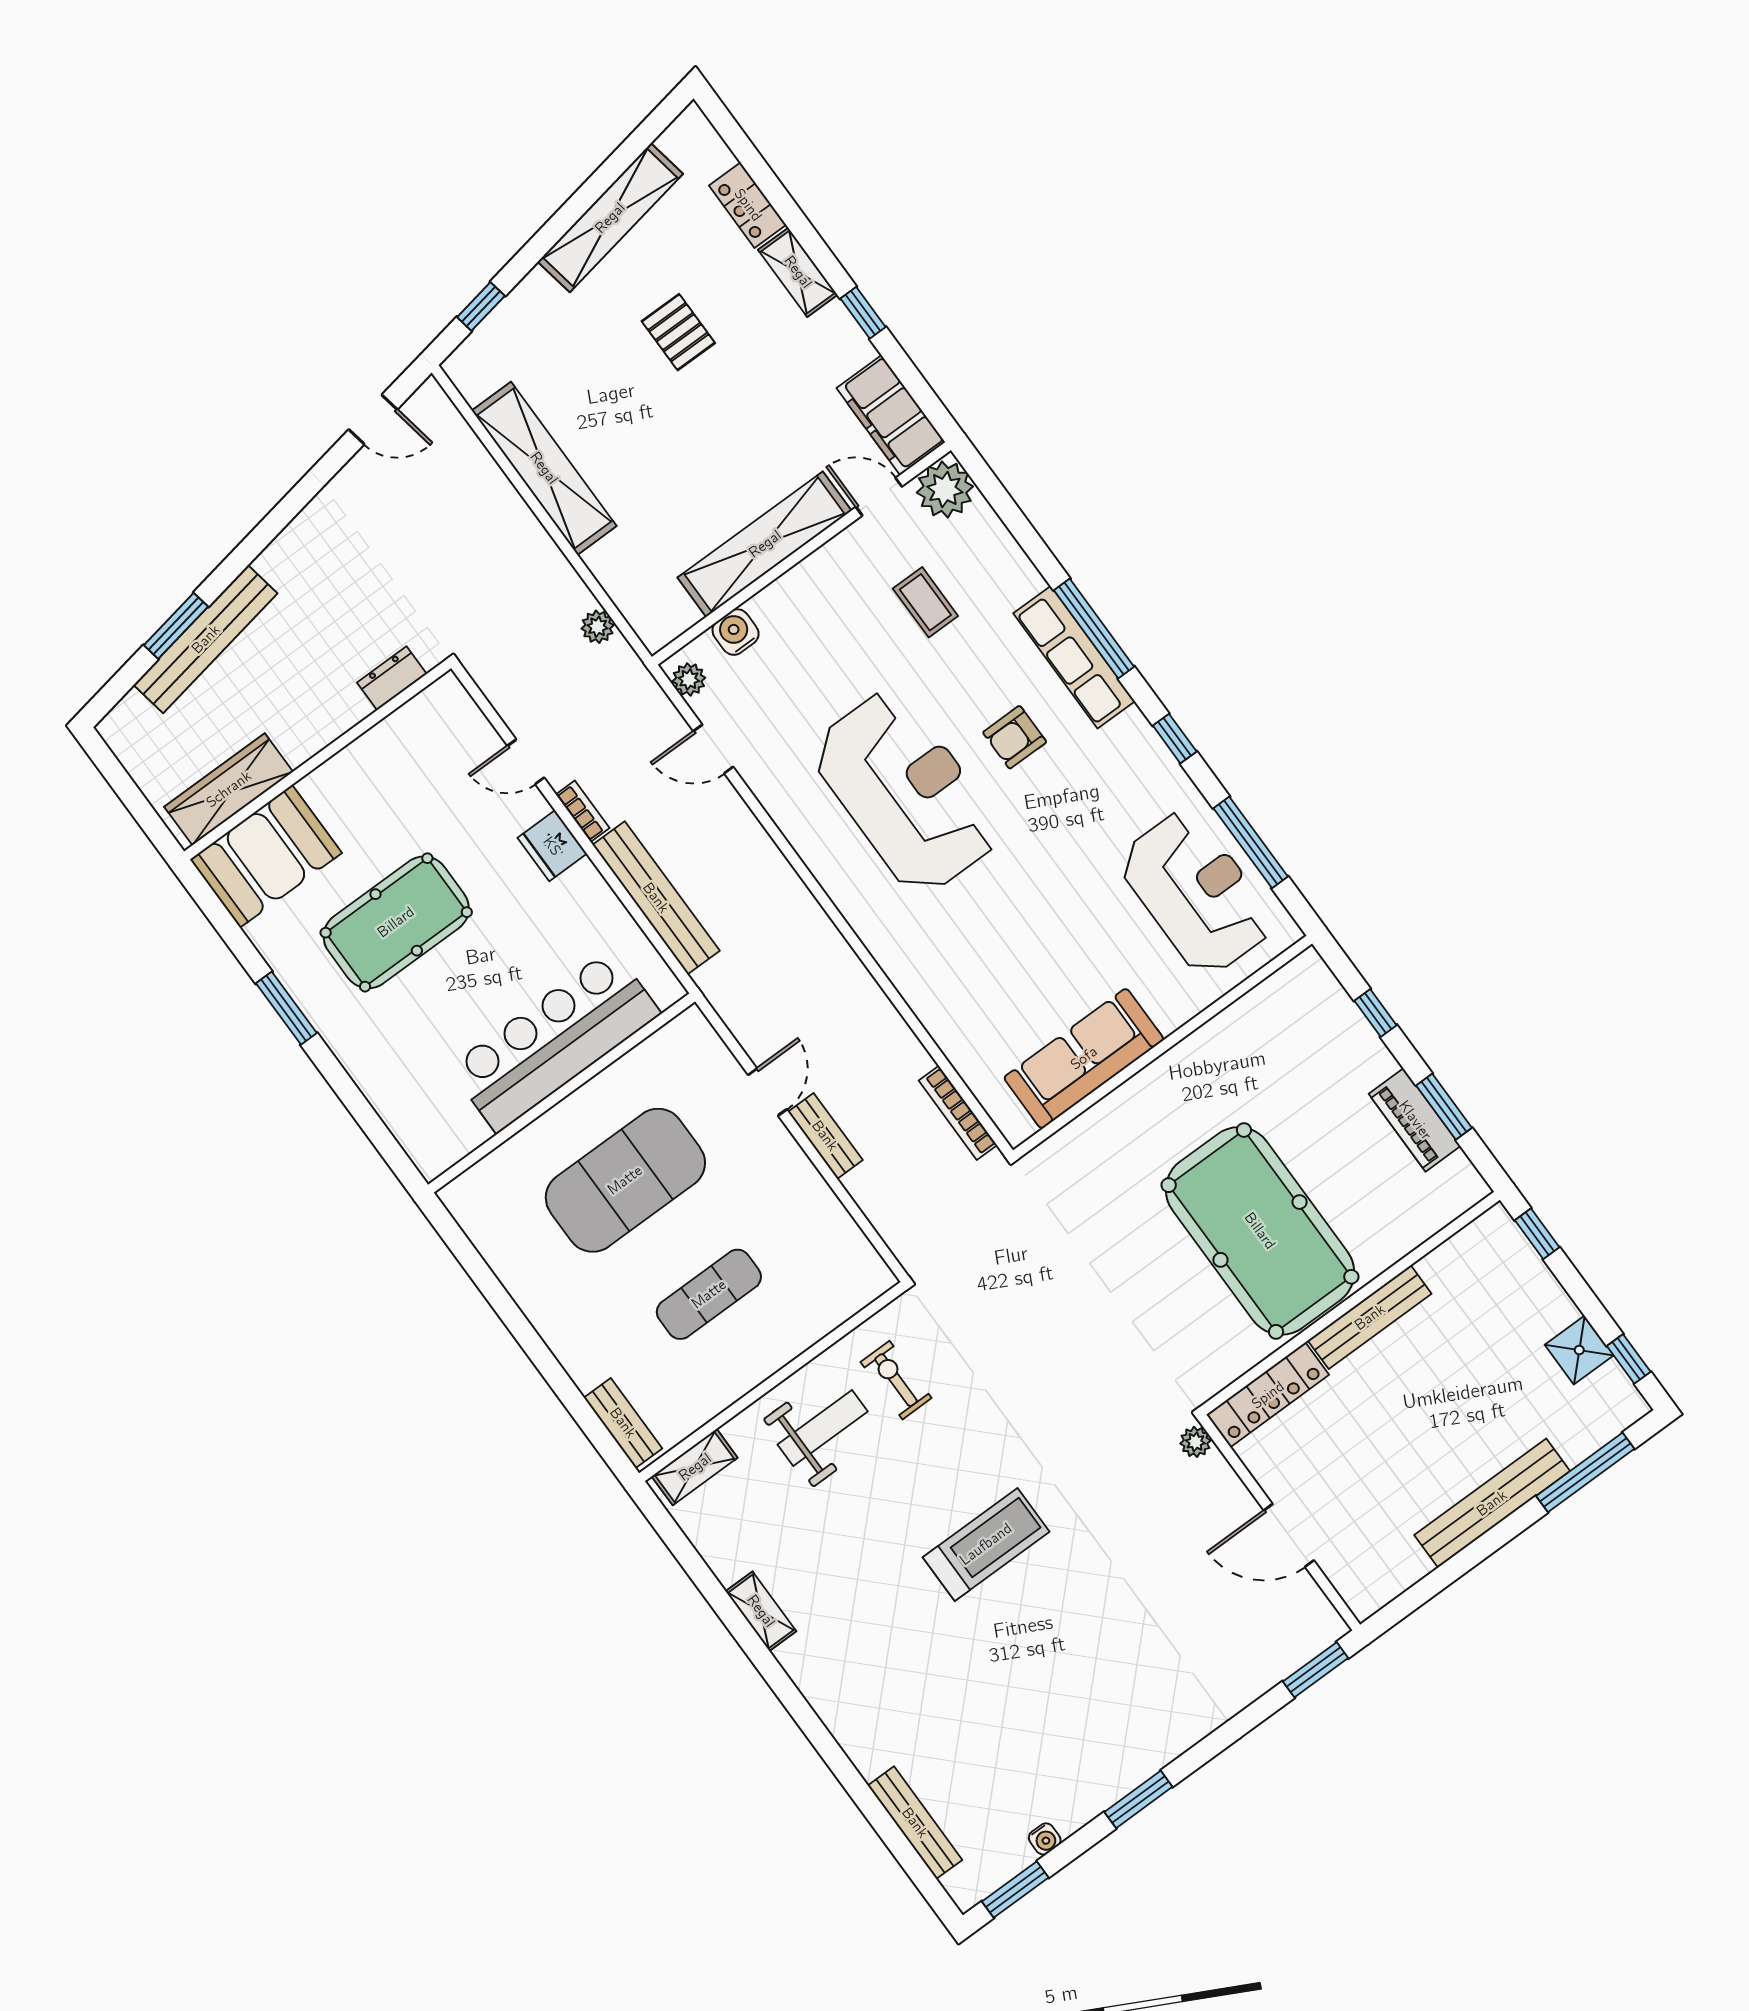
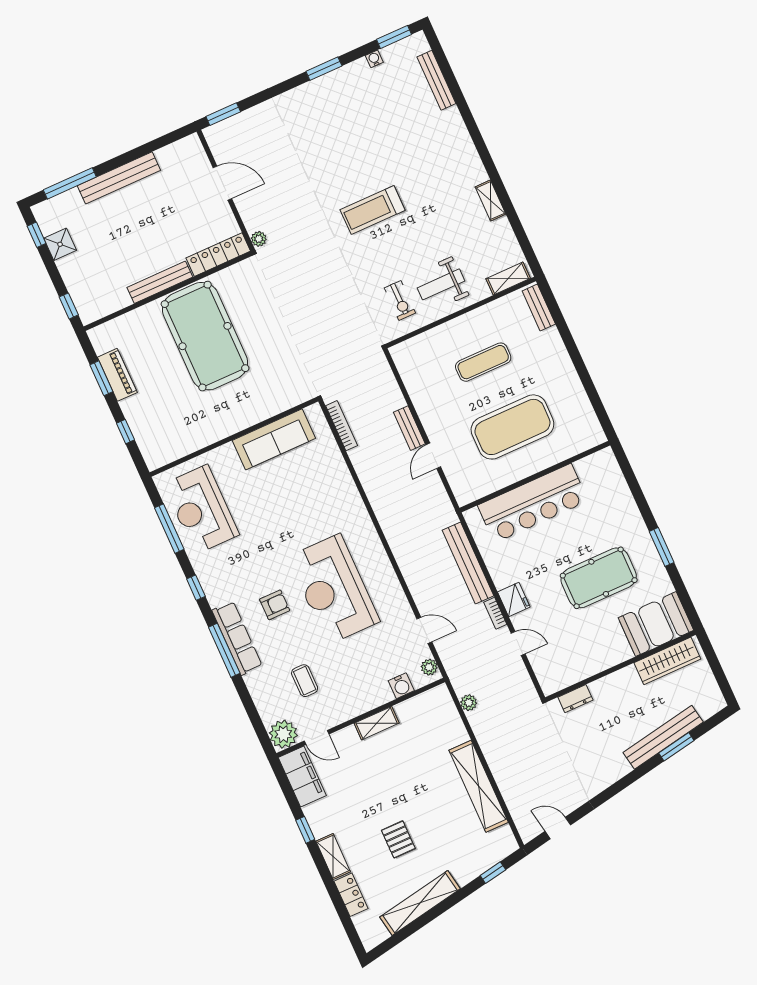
shelving: (765, 544) -> (377, 723), width x0.45, depth x0.75

